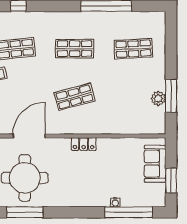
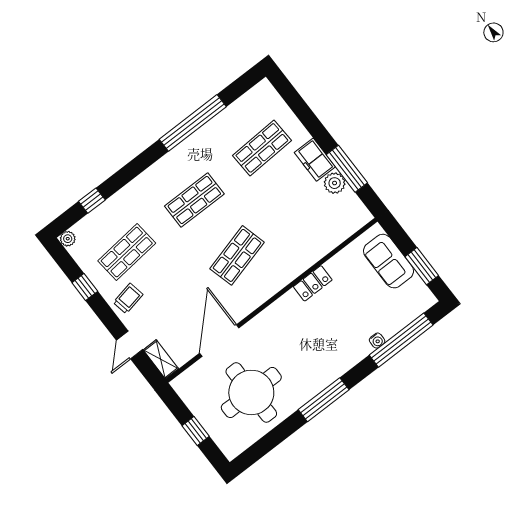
freezer: (157, 77) -> (315, 160), added
locker: (84, 144) -> (313, 283), moved
window: (25, 212) -> (324, 400), moved

